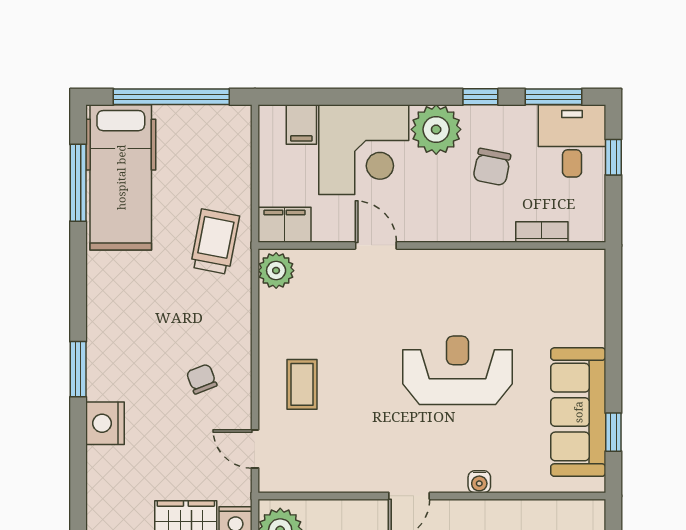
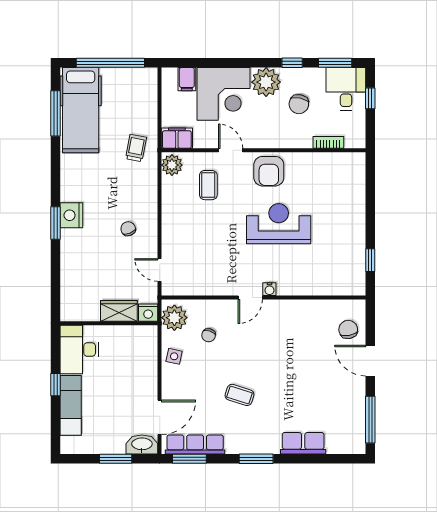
trolley: (215, 242) -> (136, 148), width x0.73, depth x0.72
armchair: (441, 281) -> (269, 171), added
coffee table: (302, 384) -> (208, 185), moved
sofa: (578, 412) -> (350, 248), removed
nightstand: (105, 423) -> (71, 215), moved
water cooler: (479, 482) -> (269, 289), moved

